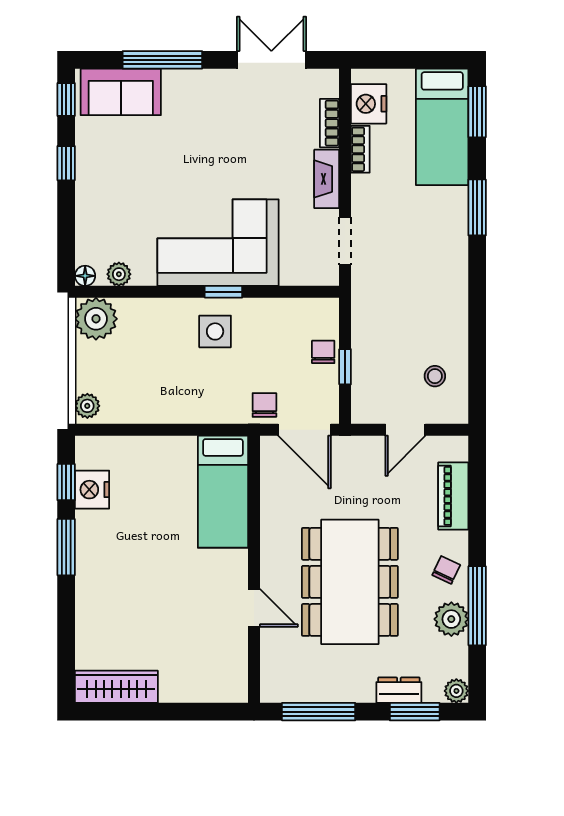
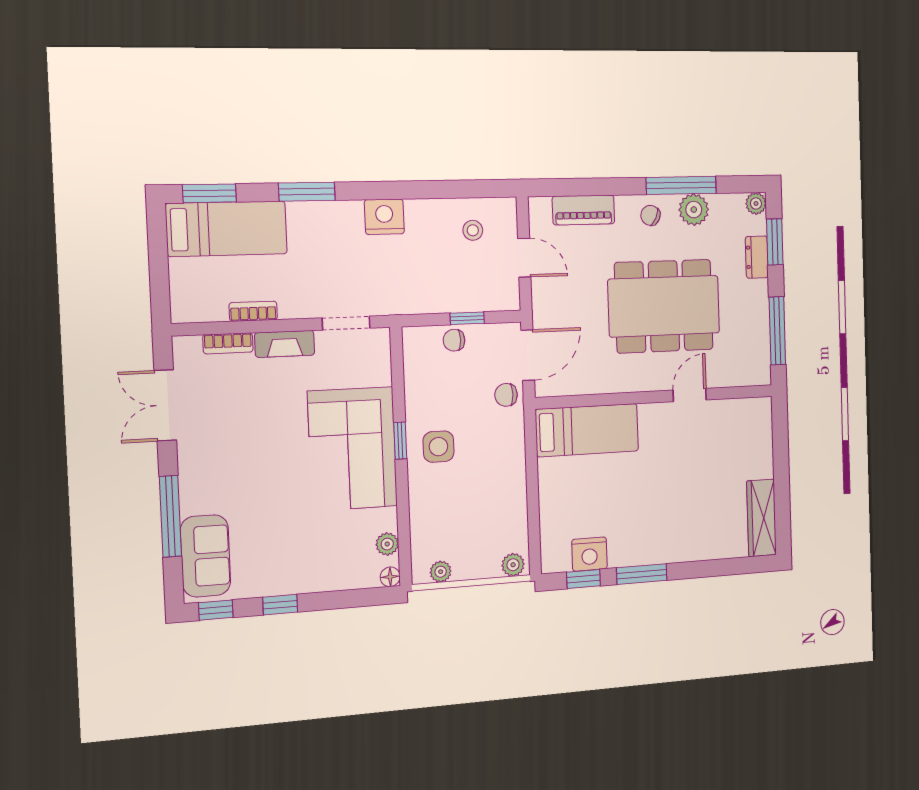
nightstand: (369, 104) -> (384, 217), moved, turned 180
plant: (96, 319) -> (441, 572), width x0.53, depth x0.53

